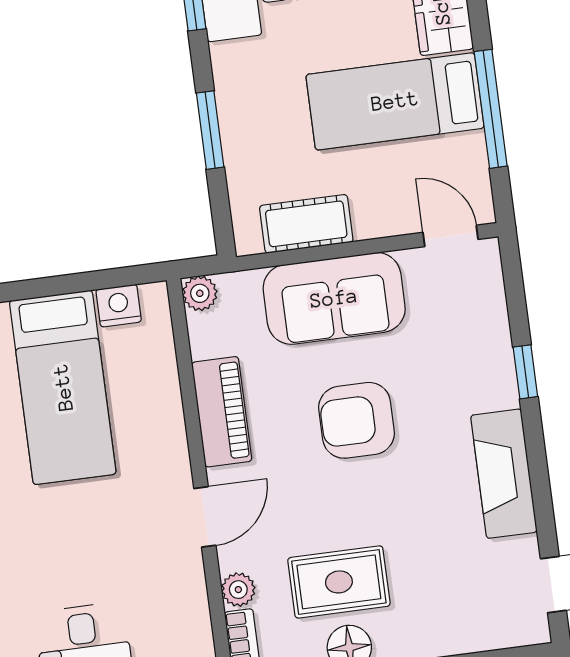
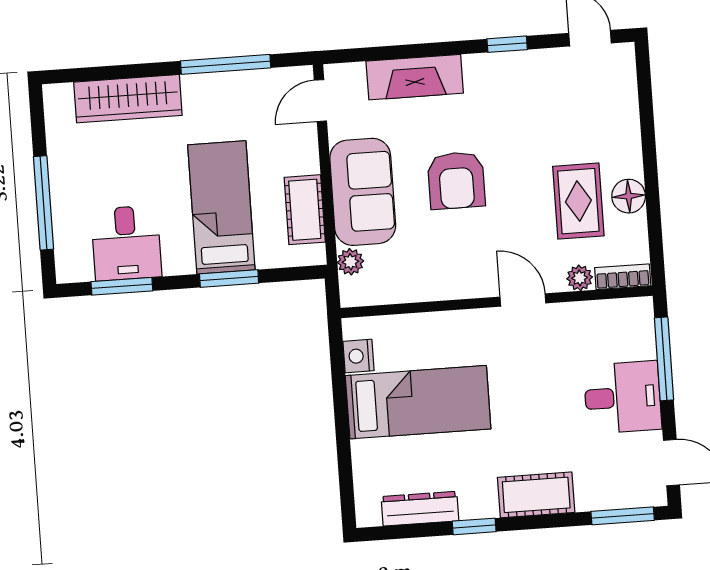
bed: (395, 101) -> (221, 207), moved, turned 180
plant: (200, 293) -> (350, 262), moved
window: (525, 372) -> (507, 44), moved
piano: (222, 412) -> (444, 283), removed
fireplace: (504, 474) -> (415, 77), moved

